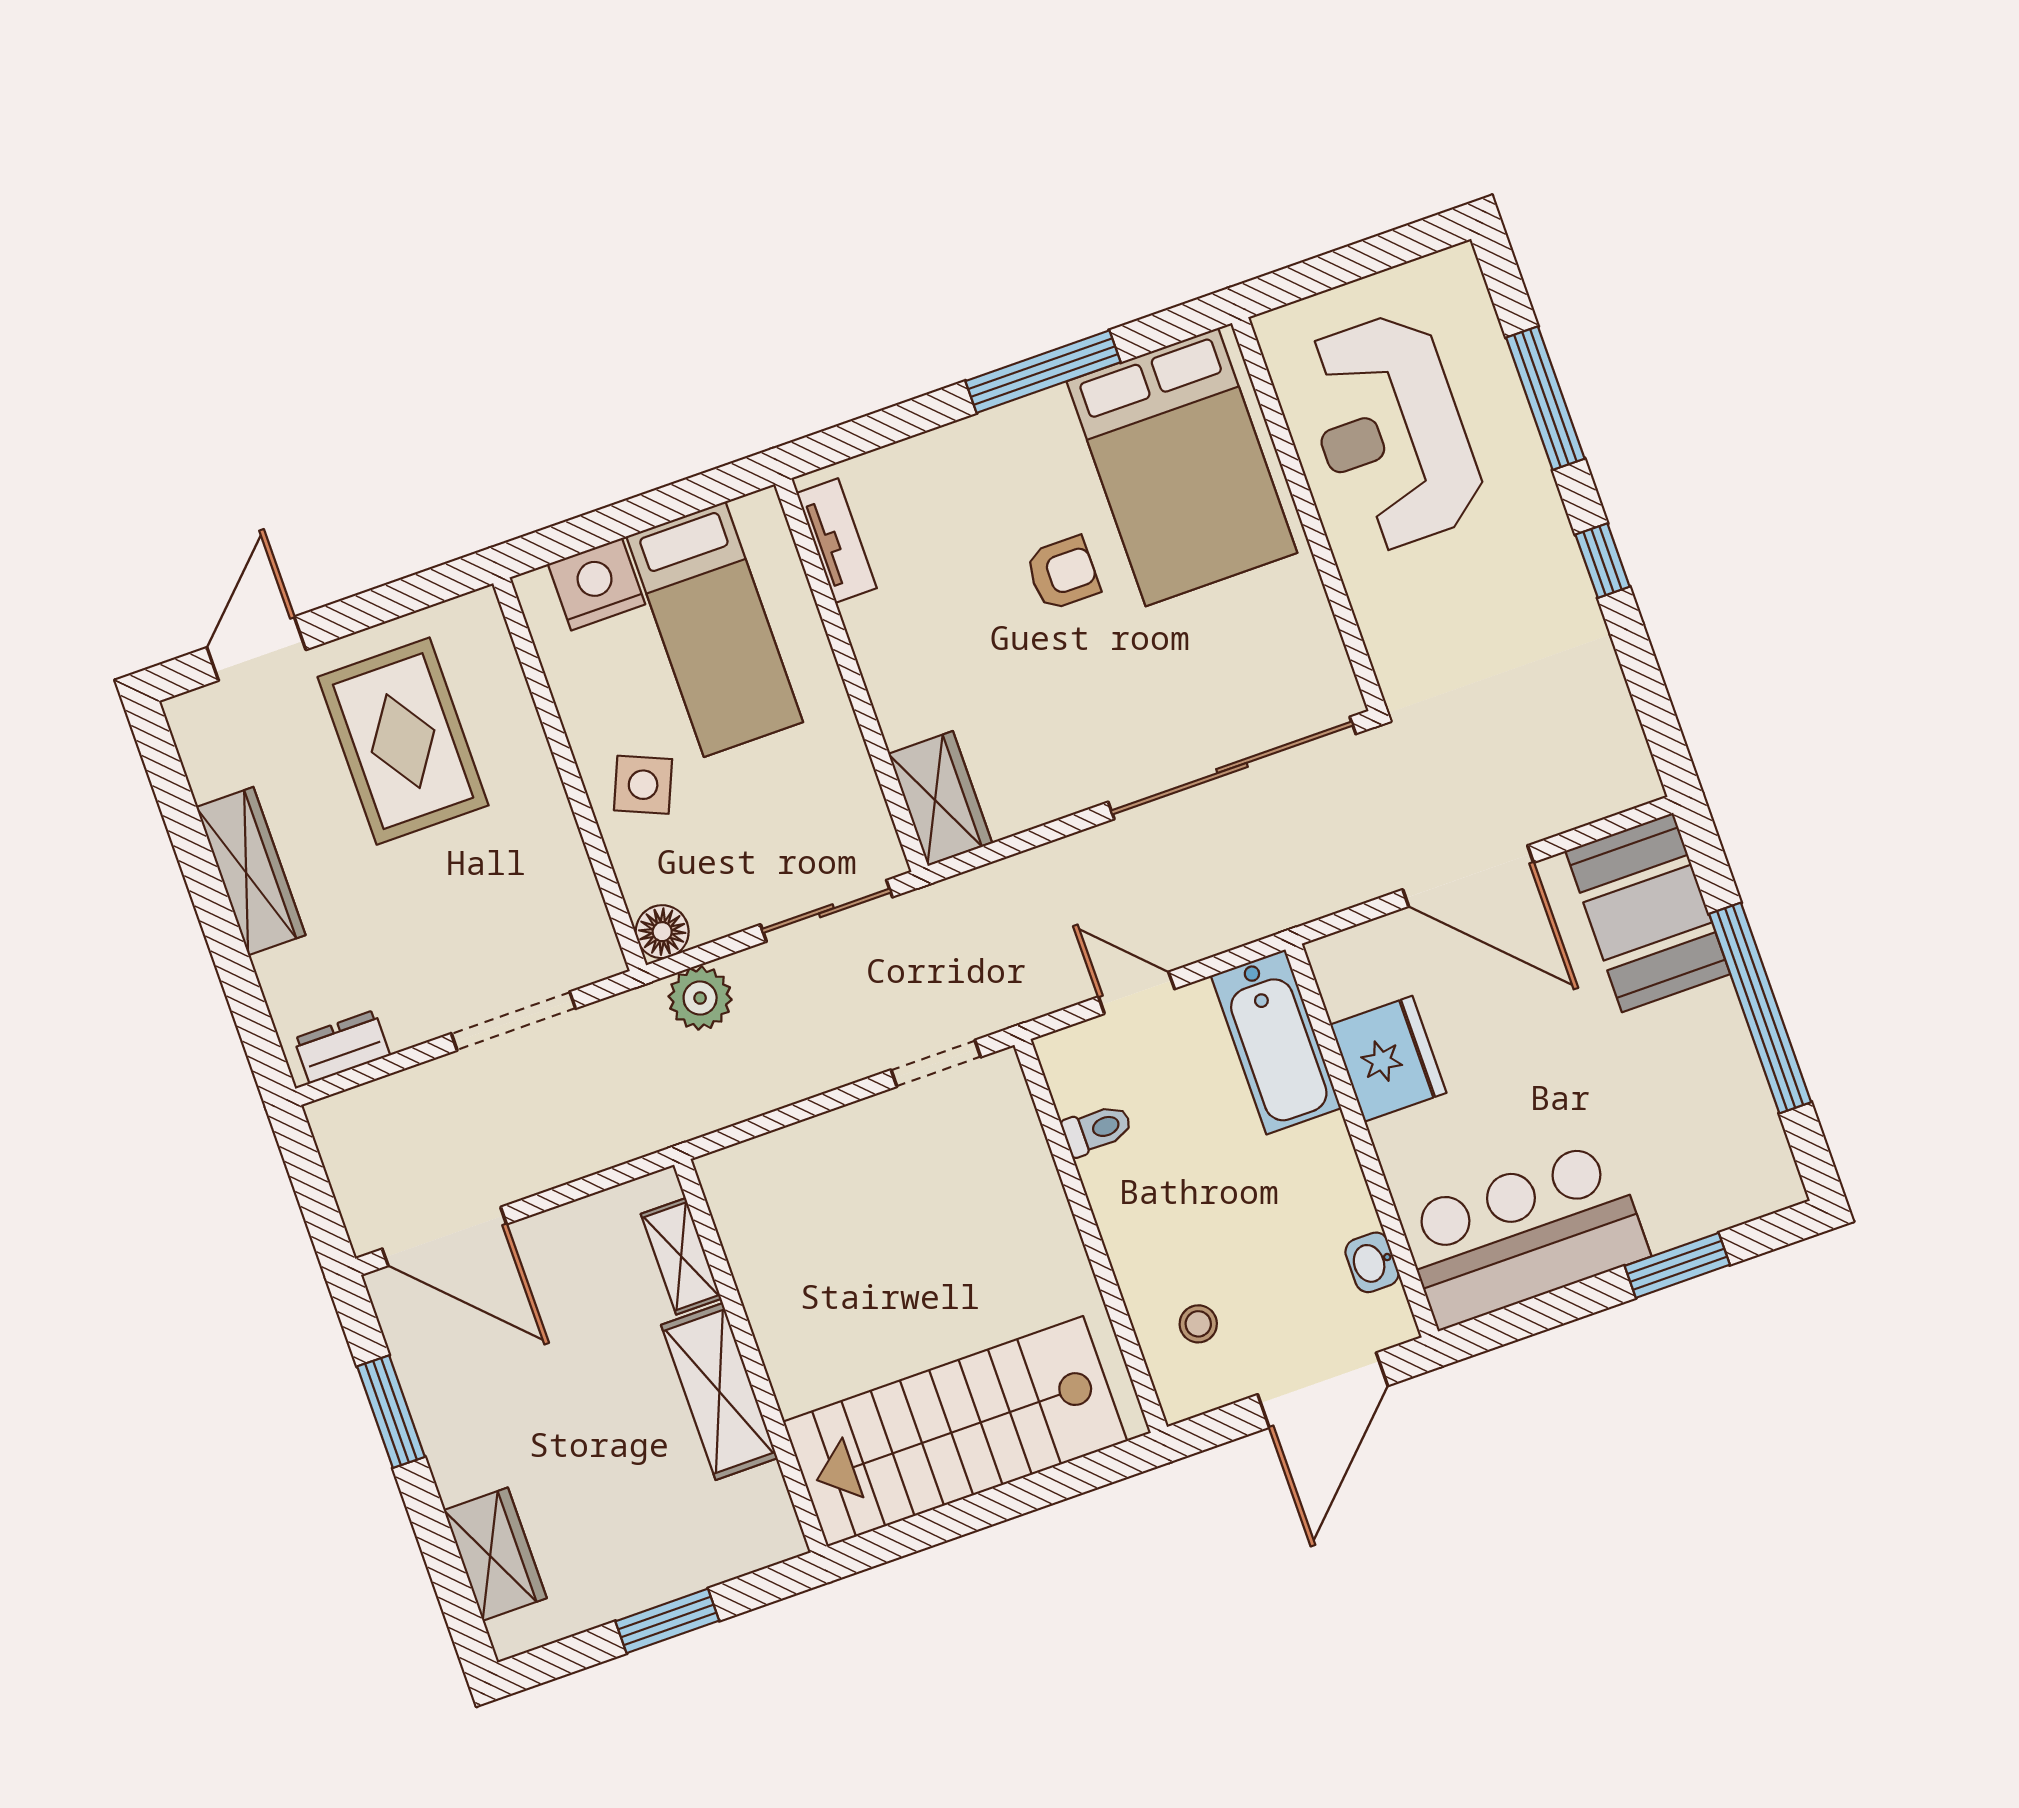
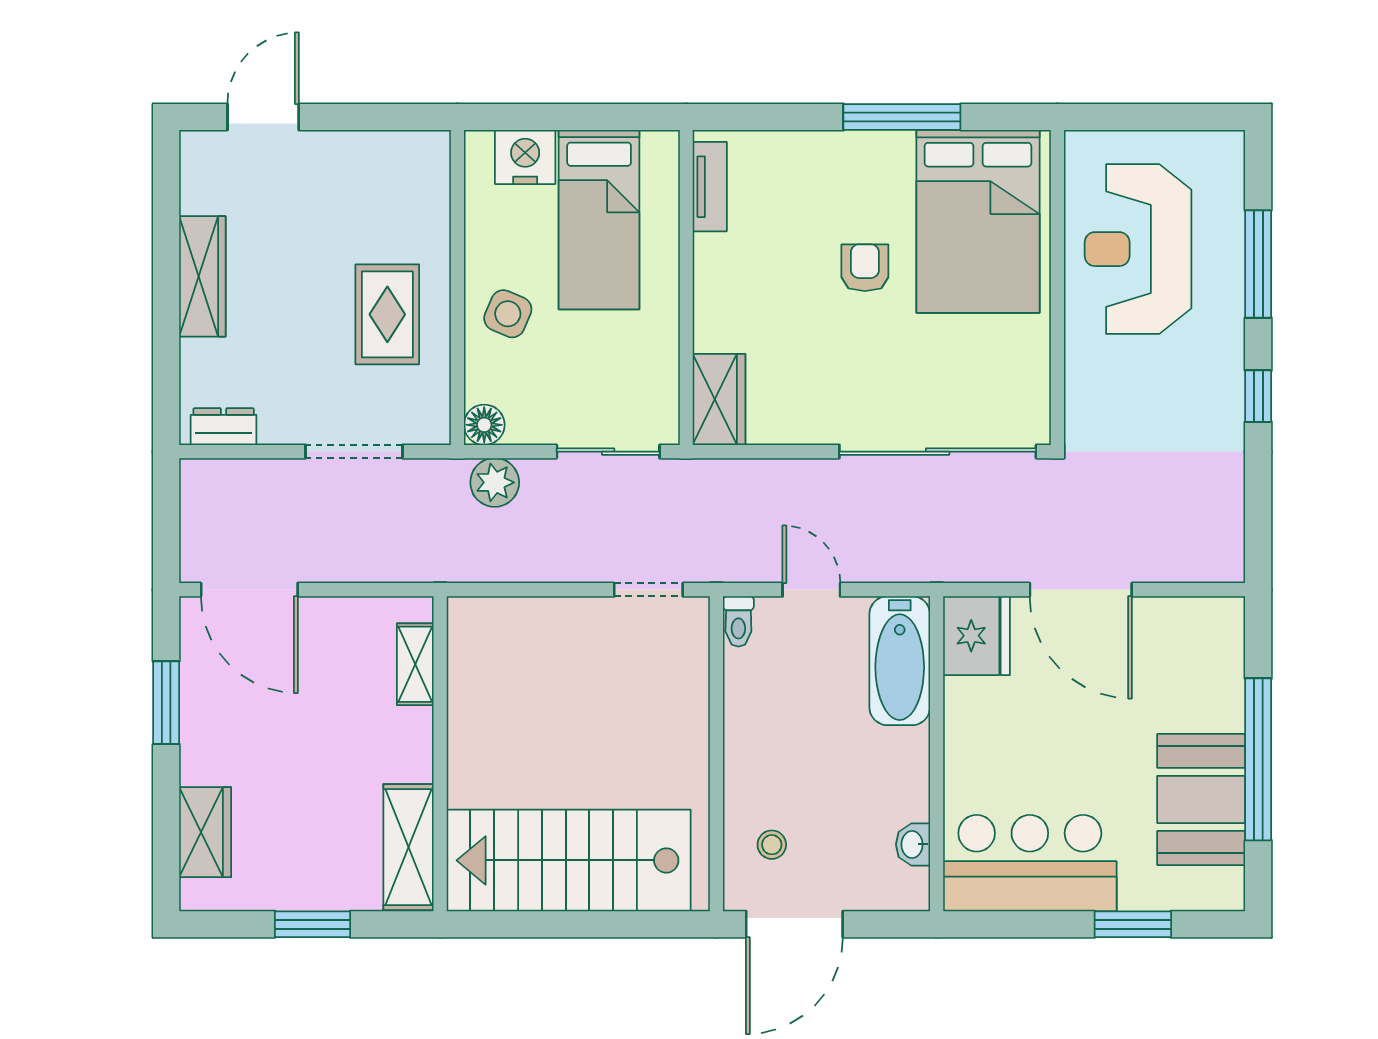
armchair: (1063, 573) -> (865, 268), turned -90
rug: (403, 741) -> (387, 314), moved, width x0.73, depth x0.70
booth: (1648, 912) -> (1201, 799), moved
fridge: (1388, 1059) -> (977, 636), moved
toilet: (1097, 1129) -> (738, 621), moved, turned 90
door: (1323, 1390) -> (794, 924), moved
shelving: (719, 1391) -> (409, 847), moved

